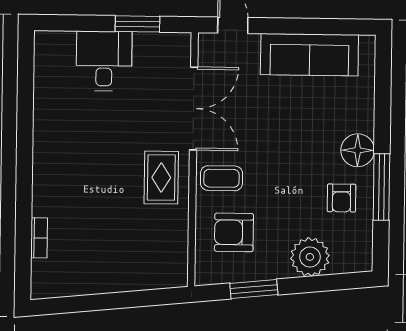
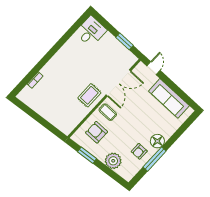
desk: (104, 61) -> (91, 31), moved

